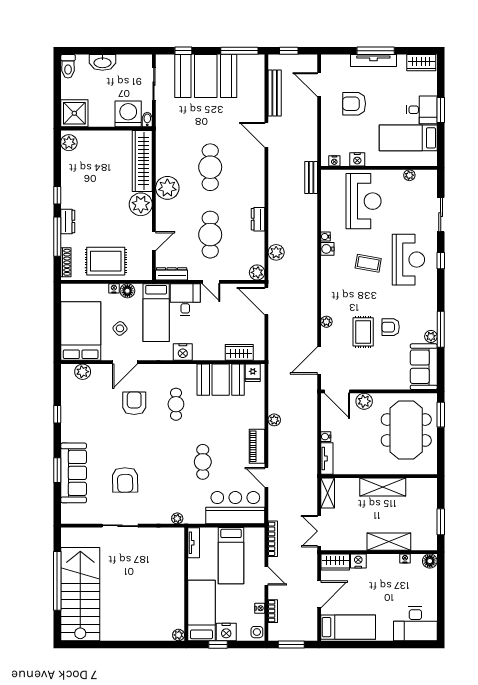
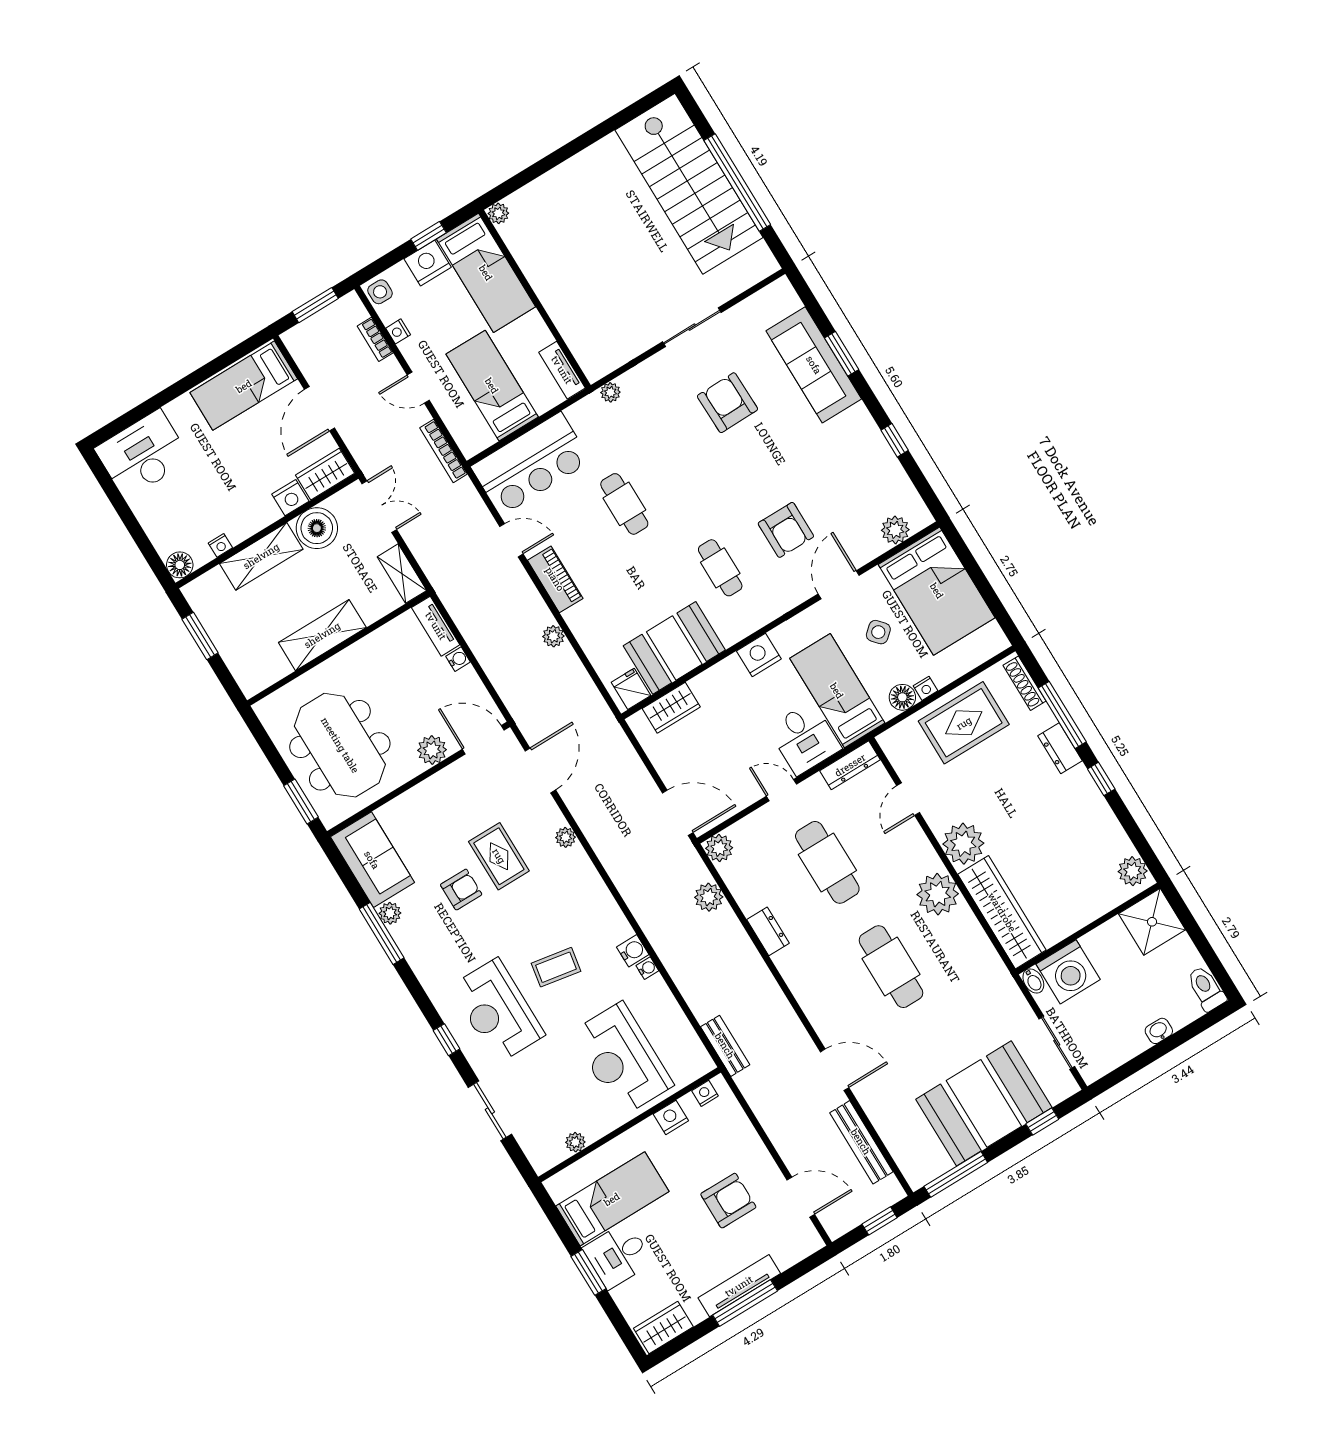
washbasin: (102, 62) -> (1159, 1031), width x0.52, depth x0.69
boiler: (355, 539) -> (317, 528), added

